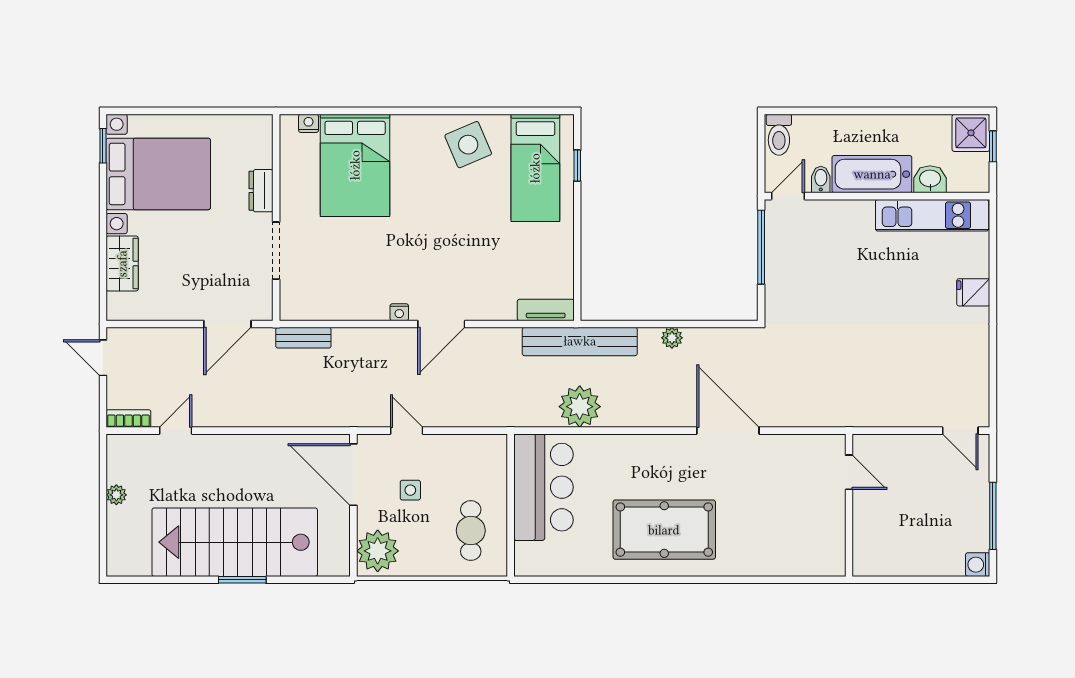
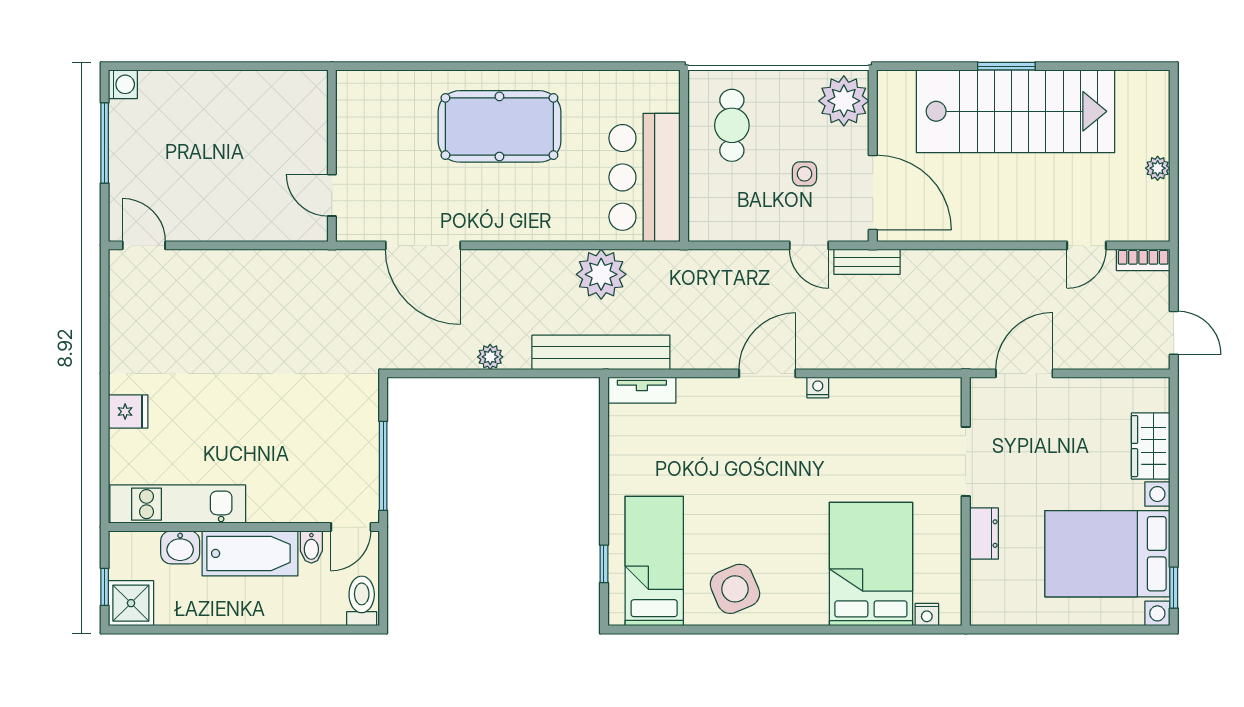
bench: (303, 338) -> (867, 262), moved
door: (849, 472) -> (332, 195), moved
wall: (849, 505) -> (332, 156), moved

